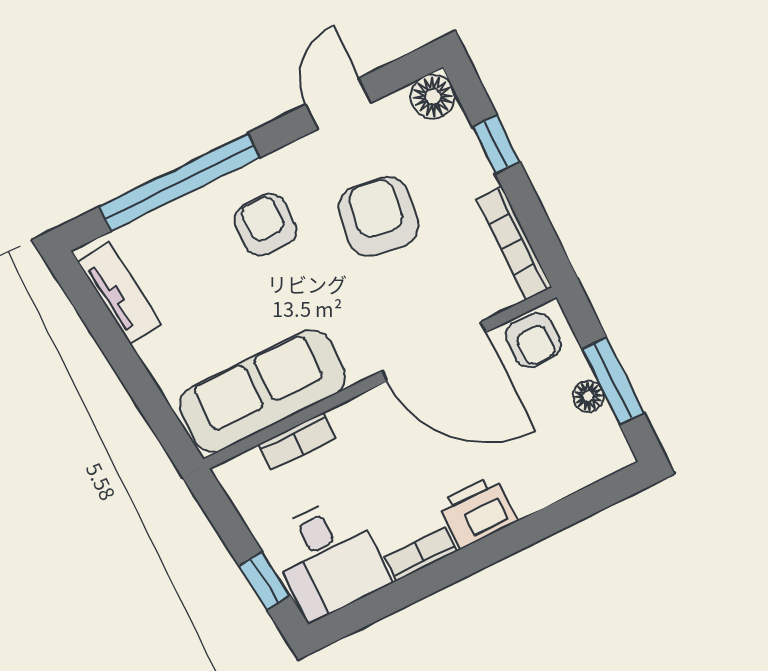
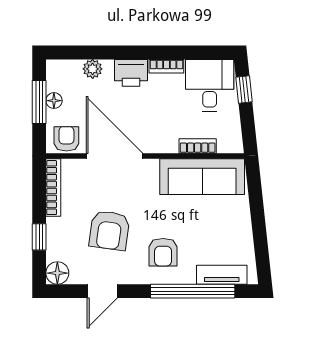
tv unit: (120, 293) -> (222, 275), moved, turned 96
plant: (548, 485) -> (93, 69), added

